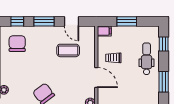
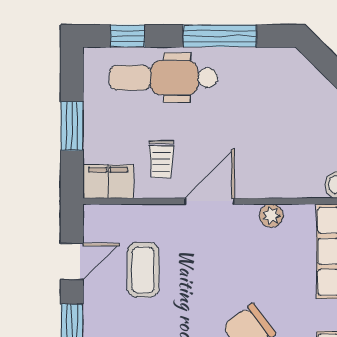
filing cabinet: (104, 31) -> (108, 182), width x2.00
dental chair: (147, 59) -> (164, 78), width x1.36, depth x1.38
window: (164, 82) -> (220, 36), width x1.44

